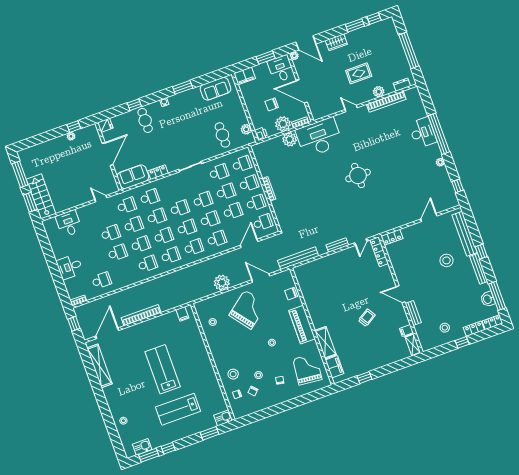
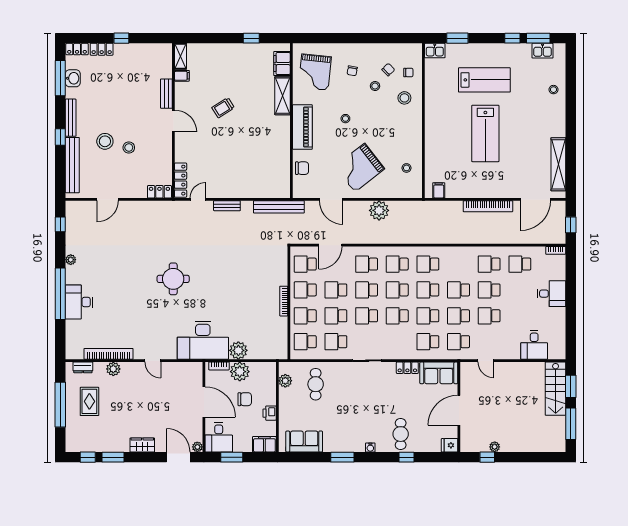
rug: (359, 73) -> (89, 401), moved, turned 90
printer: (261, 134) -> (270, 413), moved
school desk: (148, 264) -> (489, 264), moved
stool: (445, 328) -> (129, 148), moved

